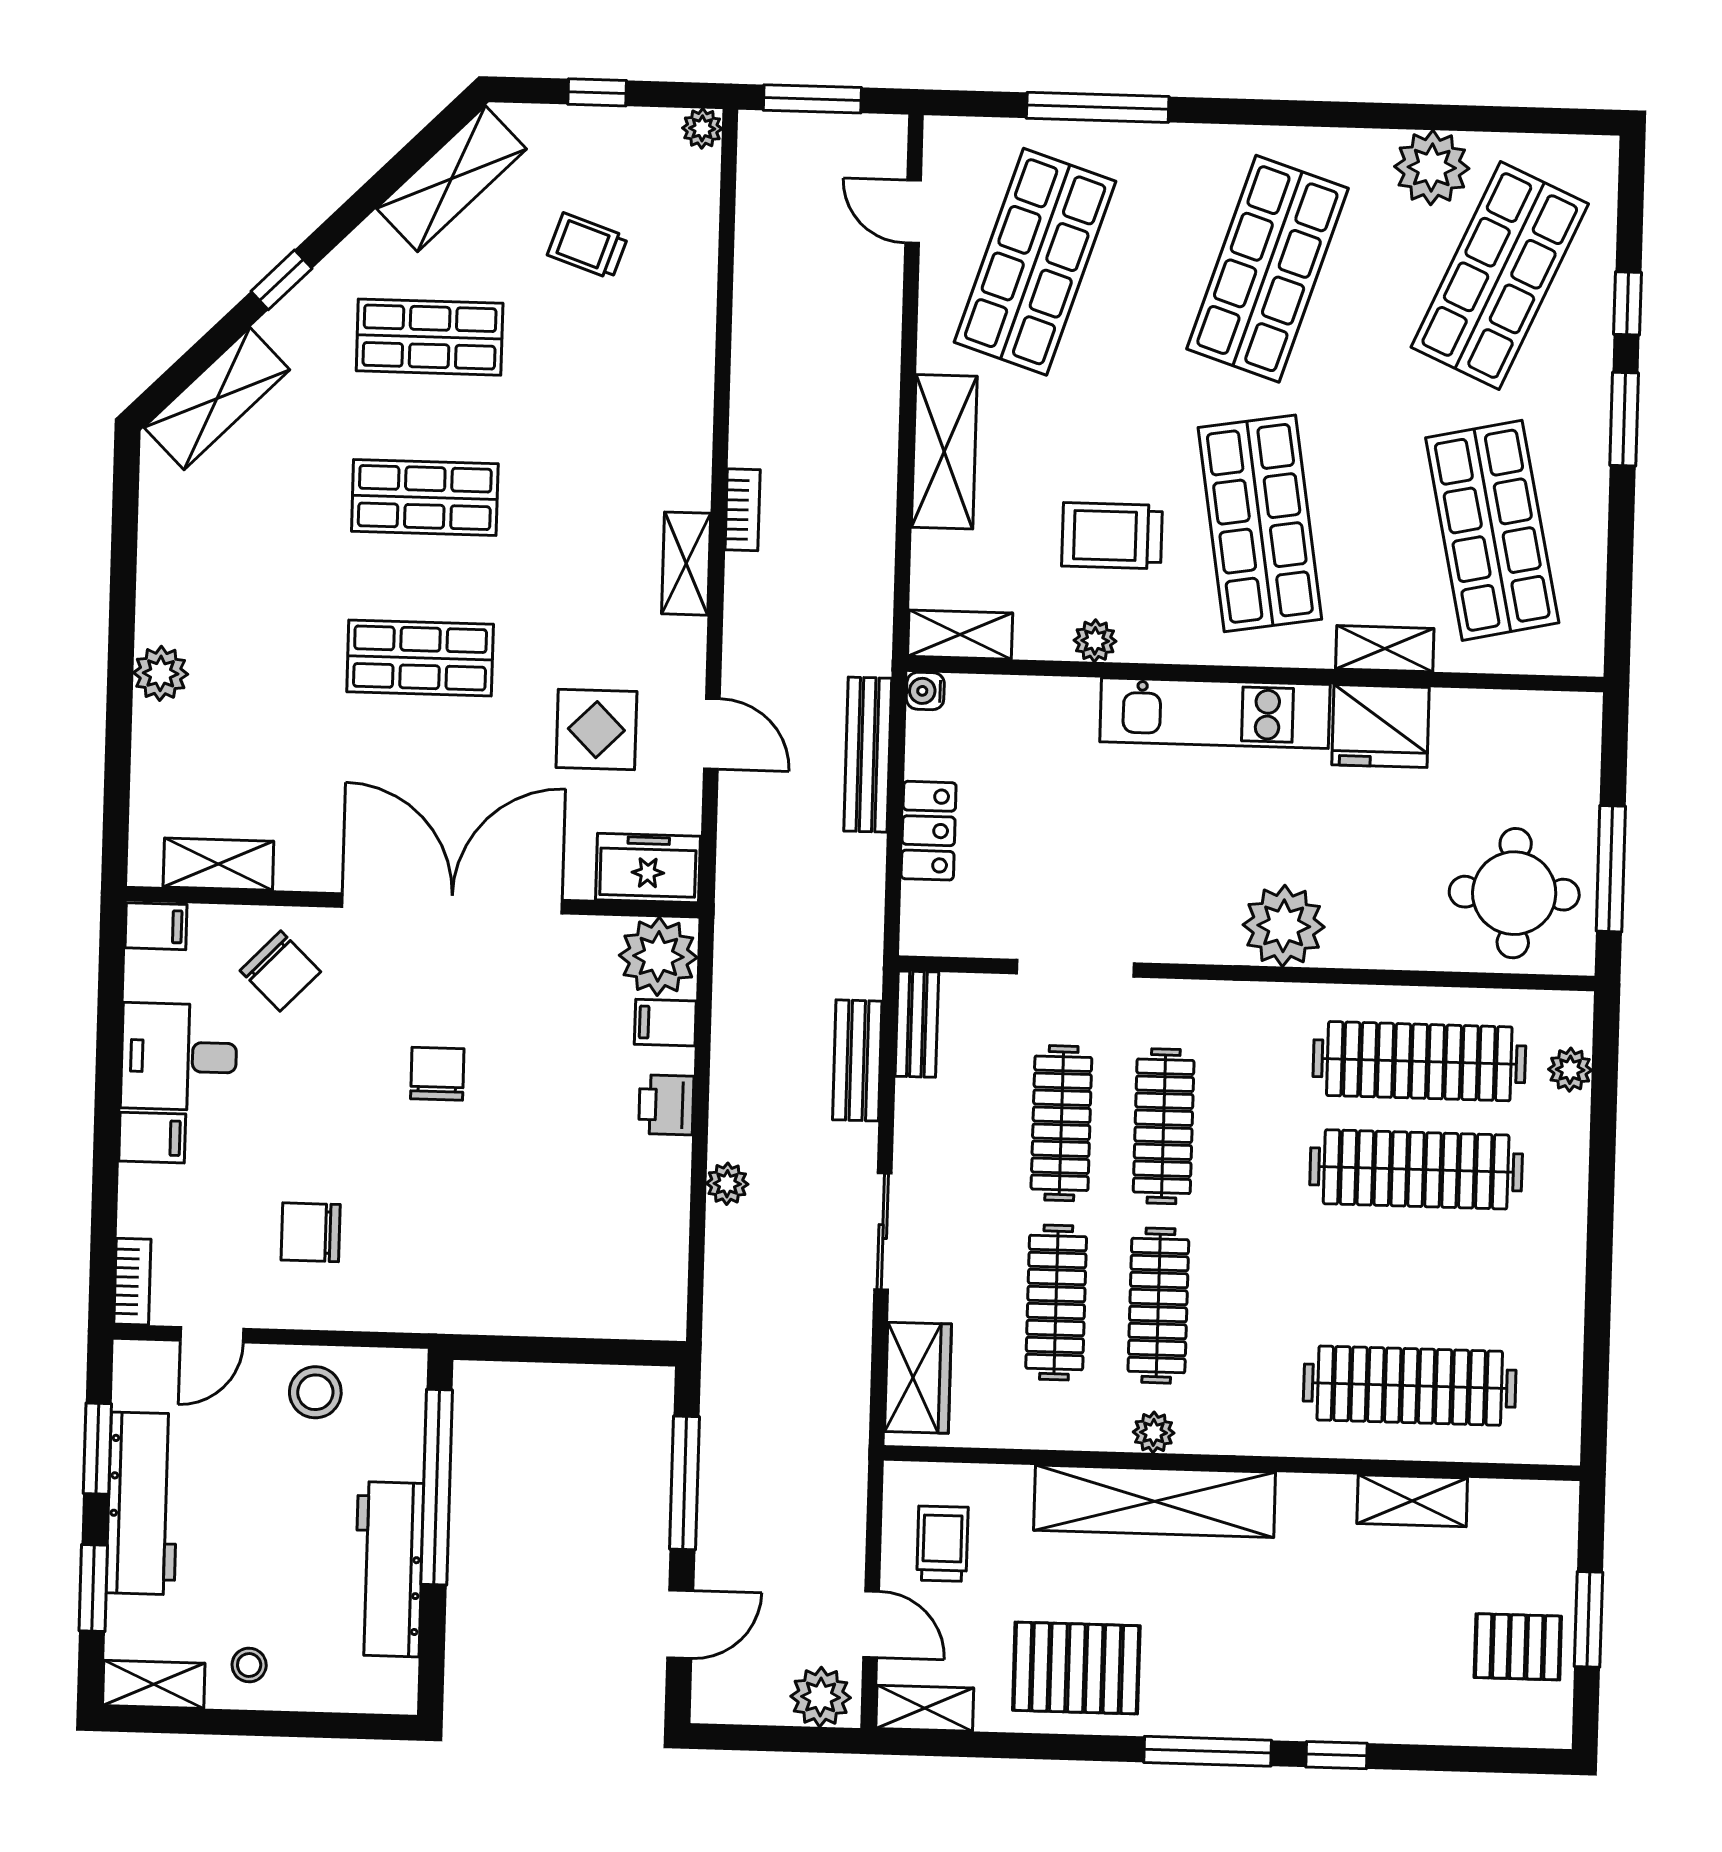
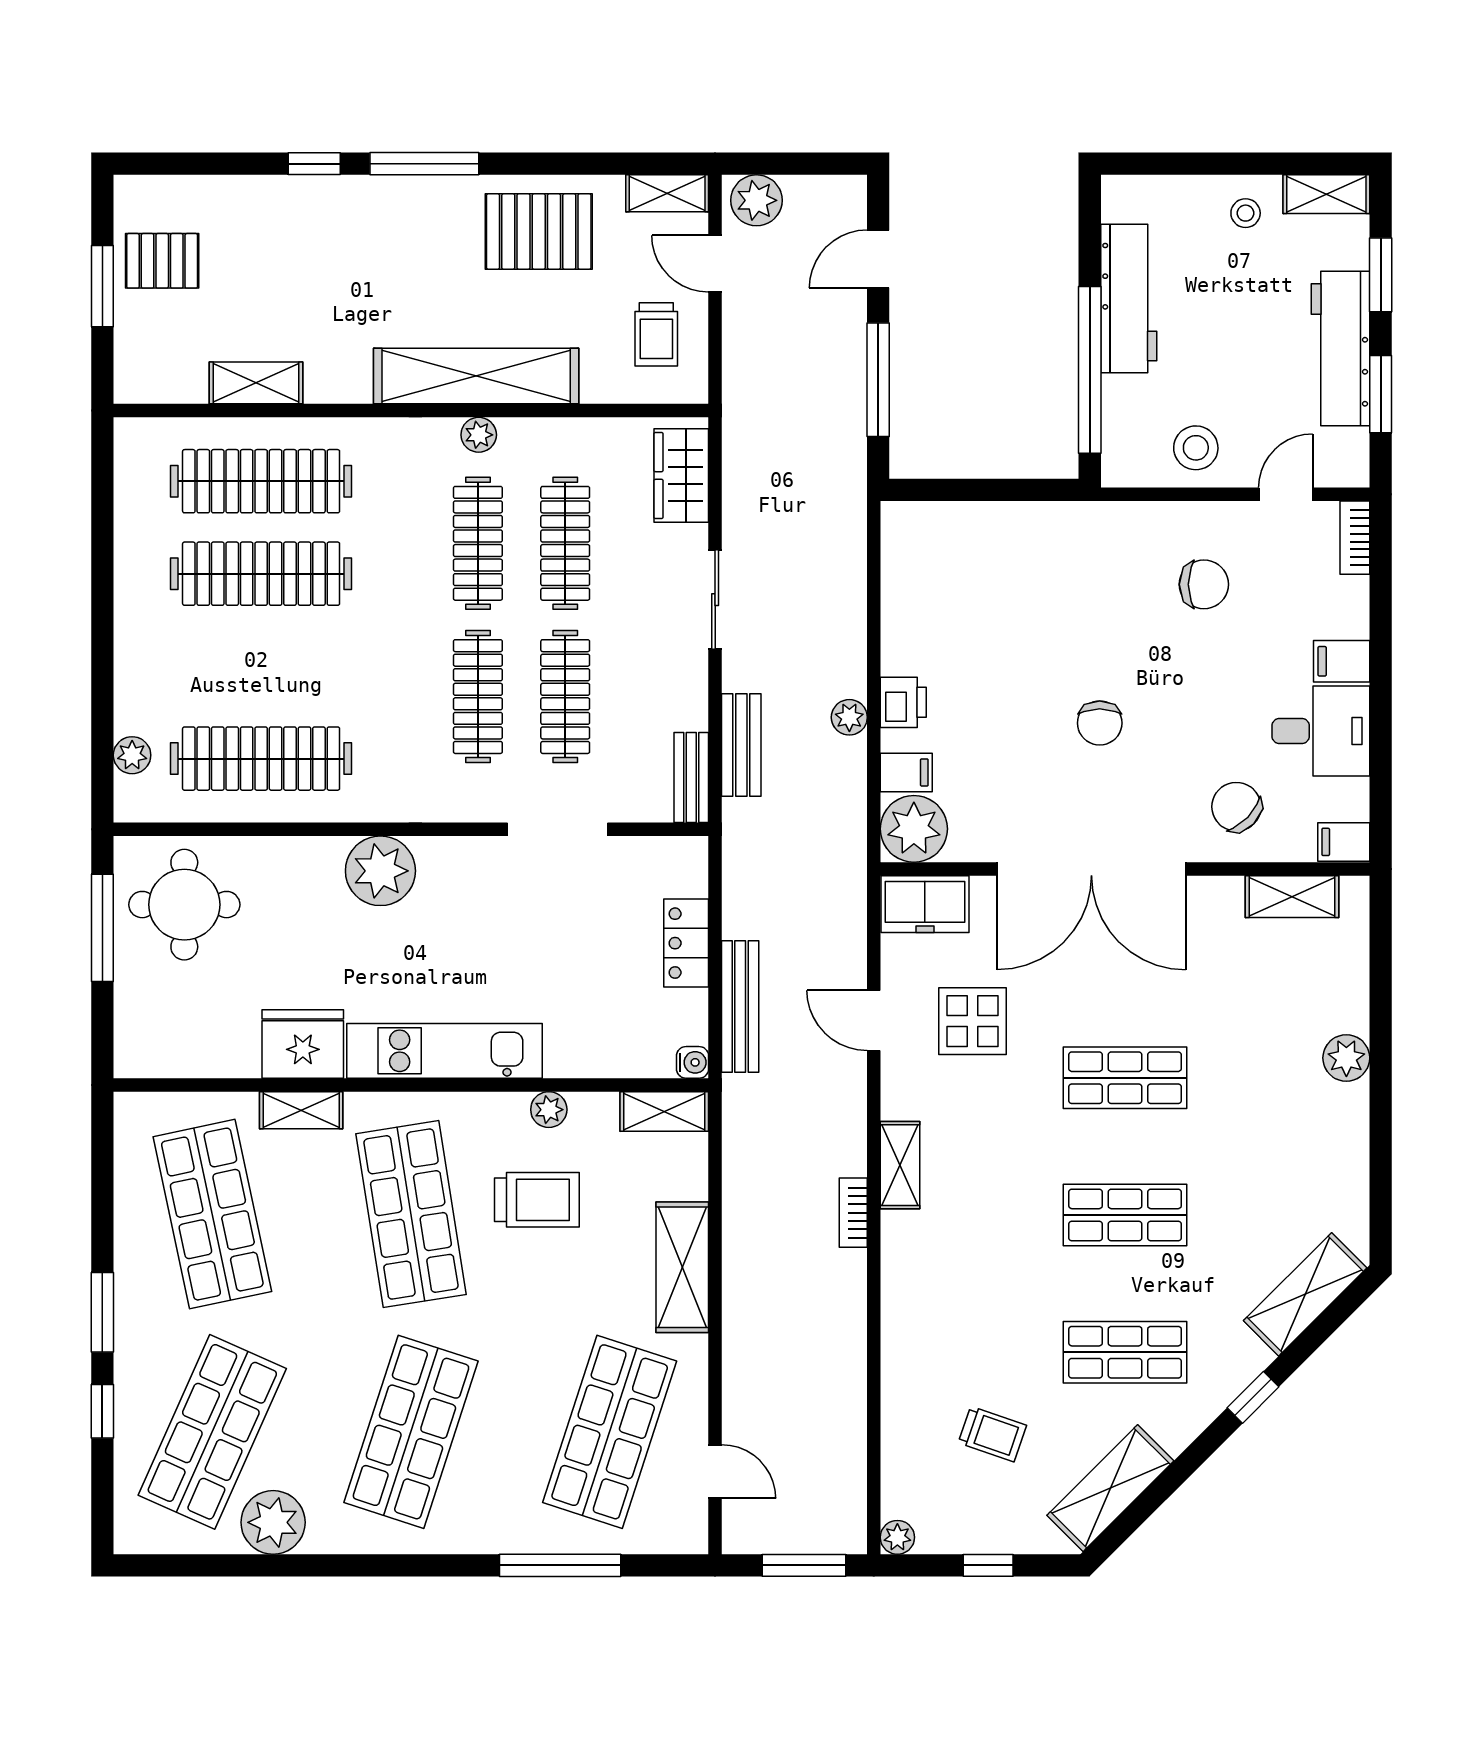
clothes rail: (1416, 1169) -> (261, 574), moved
plant: (727, 1184) -> (849, 717), moved

